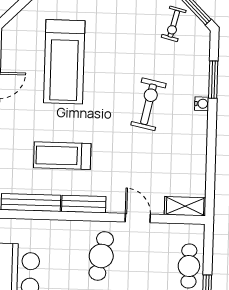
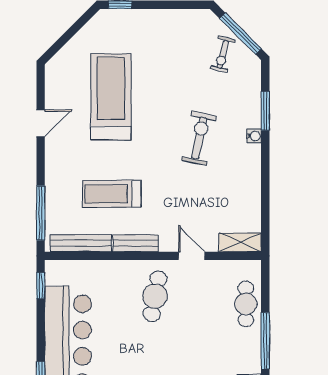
treadmill: (64, 62) -> (111, 97), turned 180

